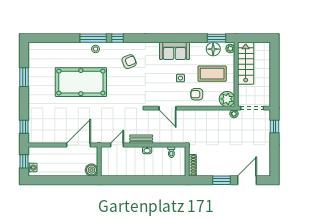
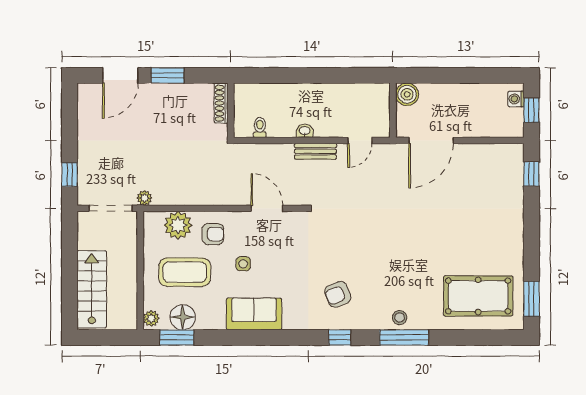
window: (117, 38) -> (340, 337), moved
stairs: (246, 63) -> (92, 289), moved, turned 180
window: (24, 77) -> (531, 299), moved
pool table: (81, 82) -> (478, 296), moved, width x0.73, depth x0.76
plant: (227, 99) -> (178, 225), moved

